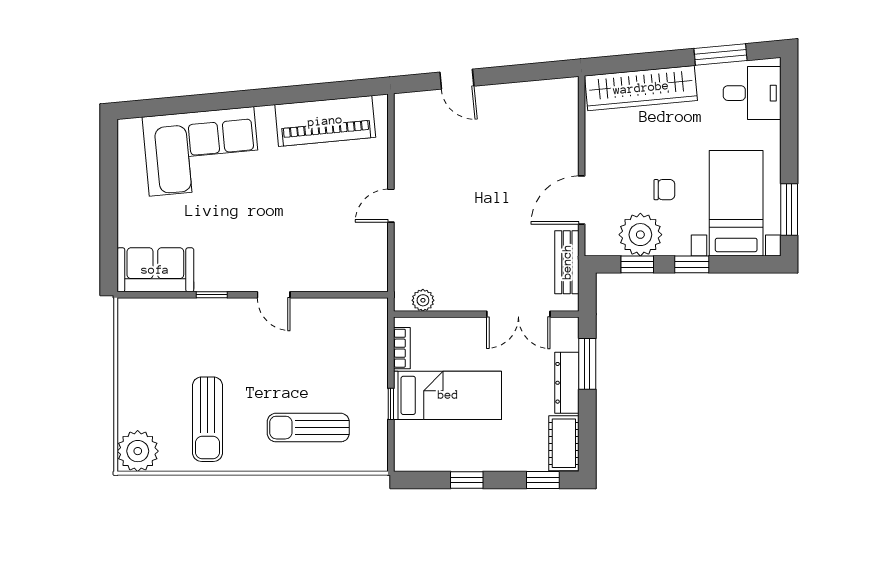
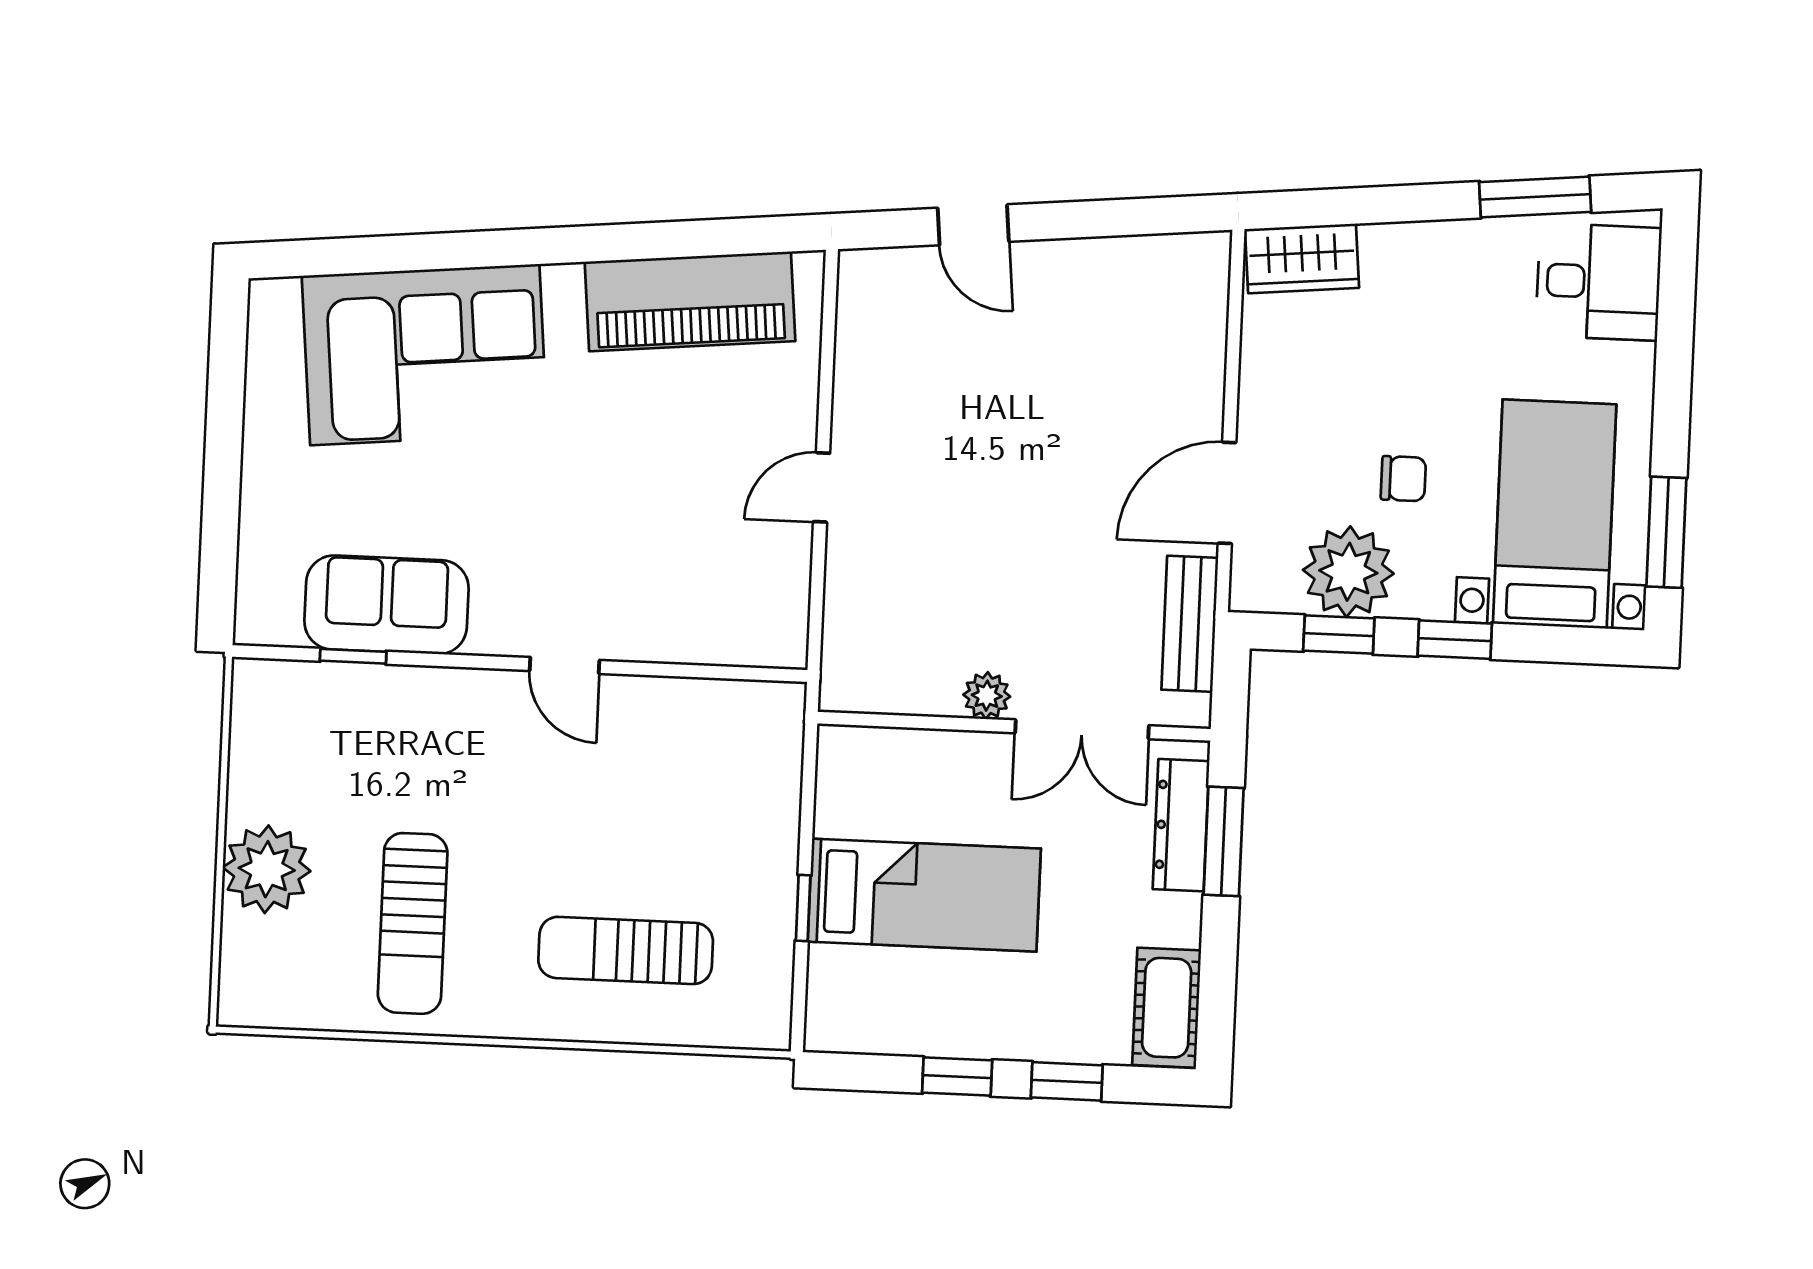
wardrobe: (641, 88) -> (1302, 258), width x0.48, depth x0.85
sofa: (155, 270) -> (386, 605), moved
window: (212, 295) -> (353, 656), moved
plant: (423, 300) -> (987, 696), moved
bookcase: (402, 348) -> (832, 791), removed
dresser: (567, 383) -> (1181, 825), moved
plant: (138, 451) -> (267, 869), moved
window: (543, 480) -> (1067, 1081), moved

